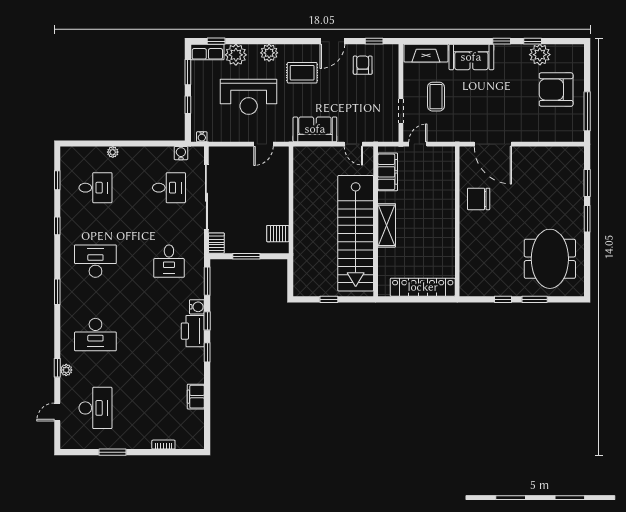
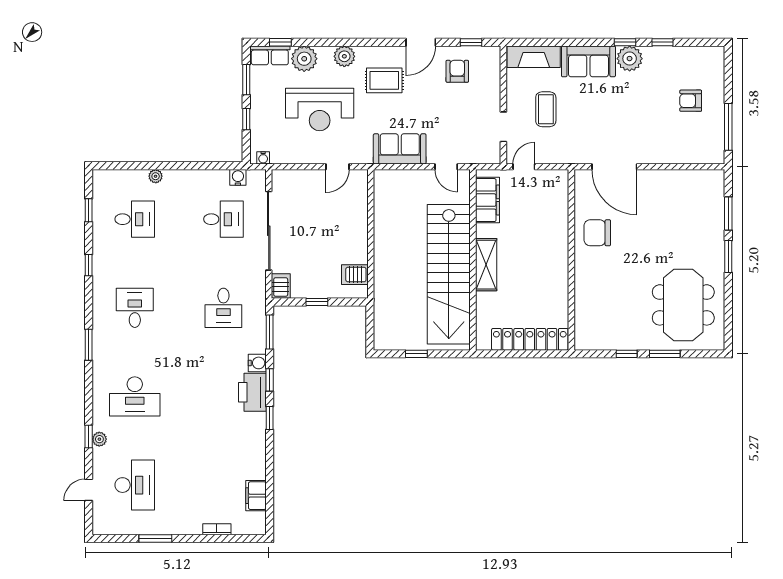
plant: (540, 55) -> (630, 59), moved
armchair: (556, 90) -> (691, 101), width x0.53, depth x0.53
window: (246, 256) -> (317, 302), width x0.67
desk: (95, 261) -> (135, 308), width x0.73
filing cabinet: (196, 397) -> (256, 496), moved

